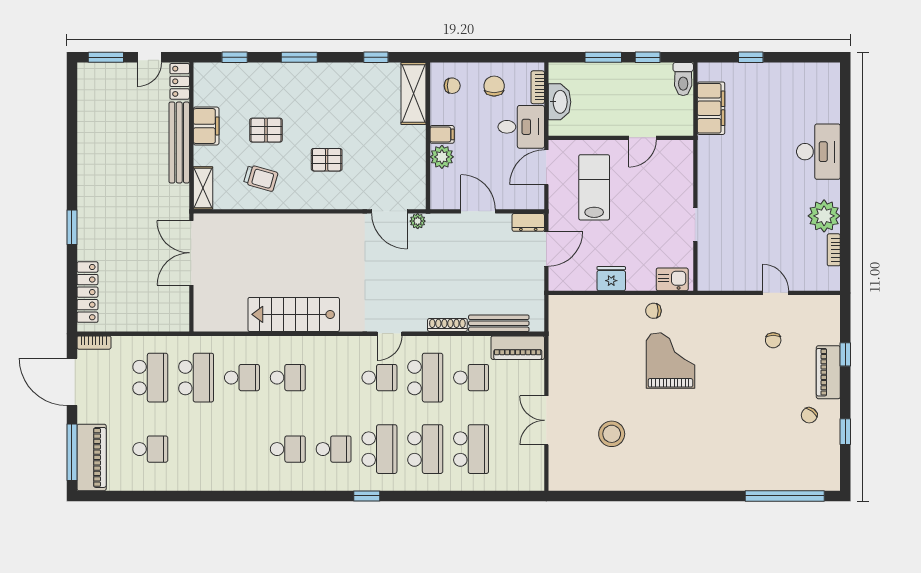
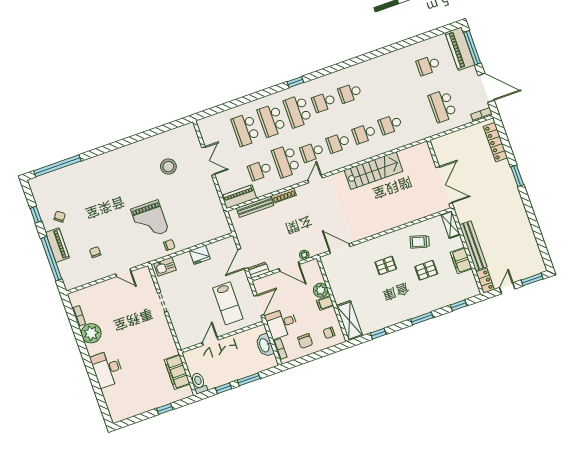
plant: (418, 221) -> (304, 255), moved
door: (776, 293) -> (123, 273), moved
window: (845, 354) -> (51, 259), width x3.17
school desk: (196, 378) -> (338, 143), moved, width x0.54

